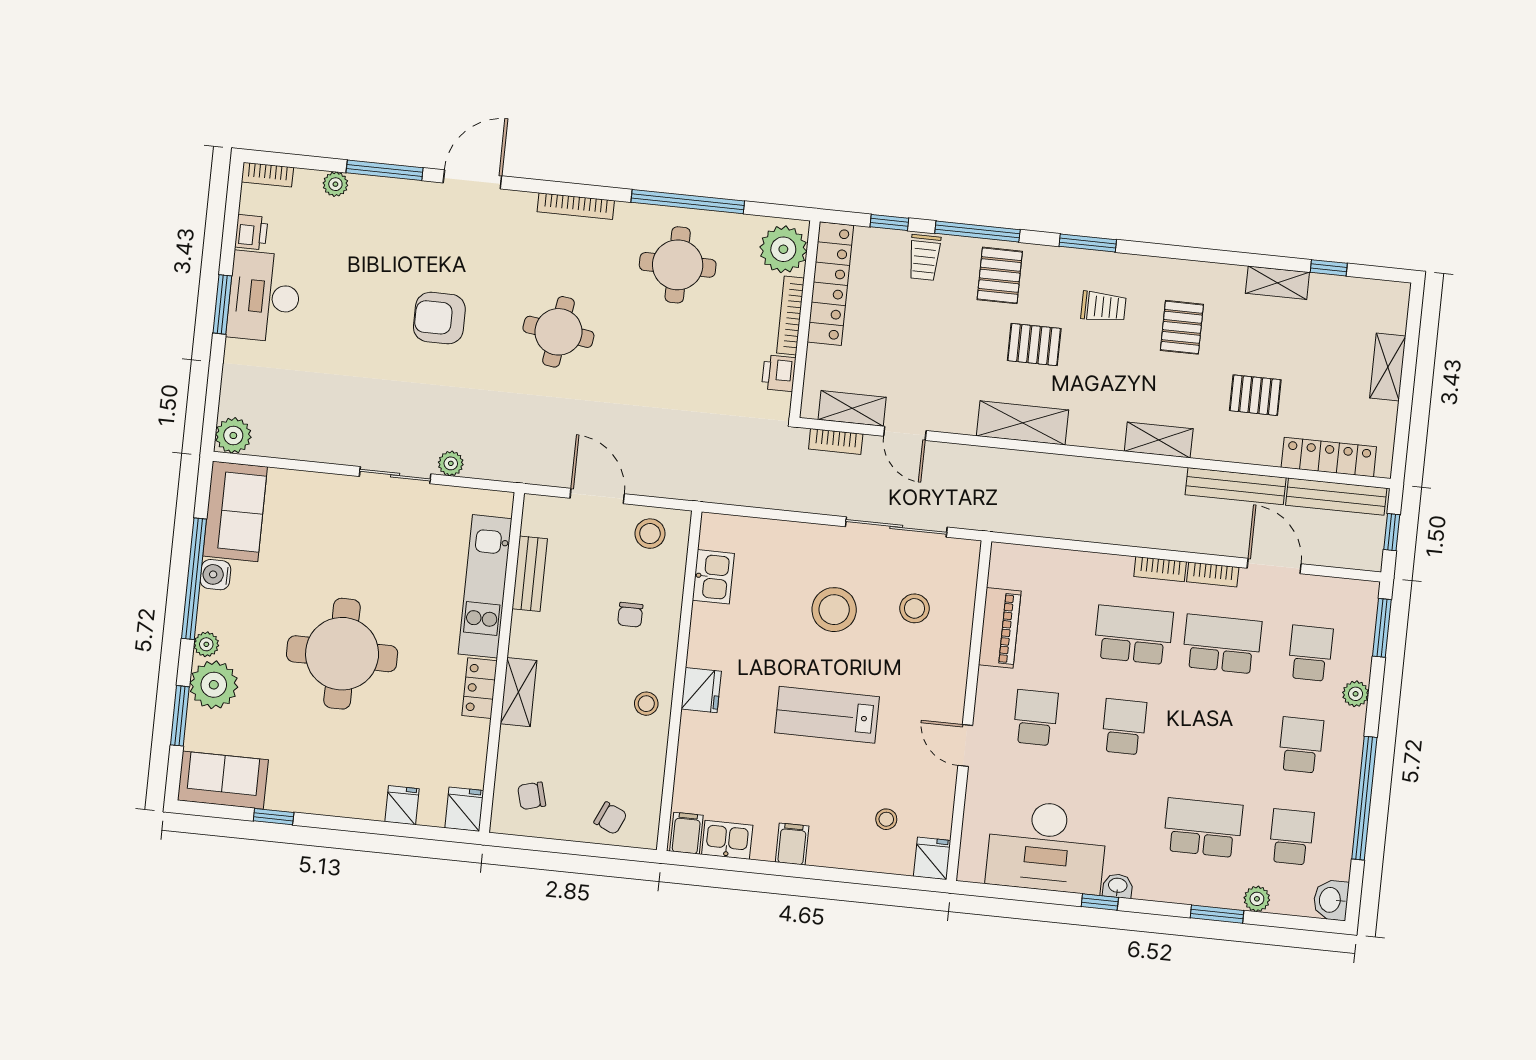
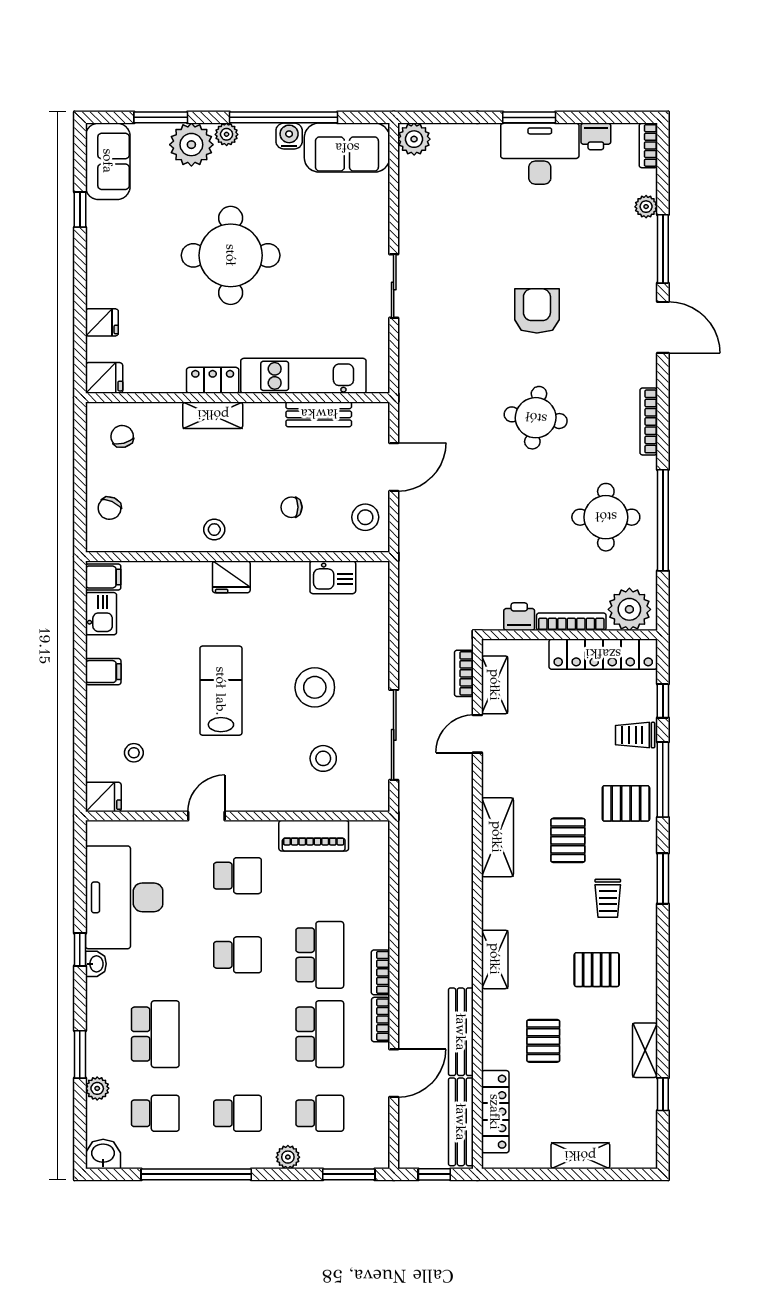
plant: (451, 463) -> (409, 334), removed

